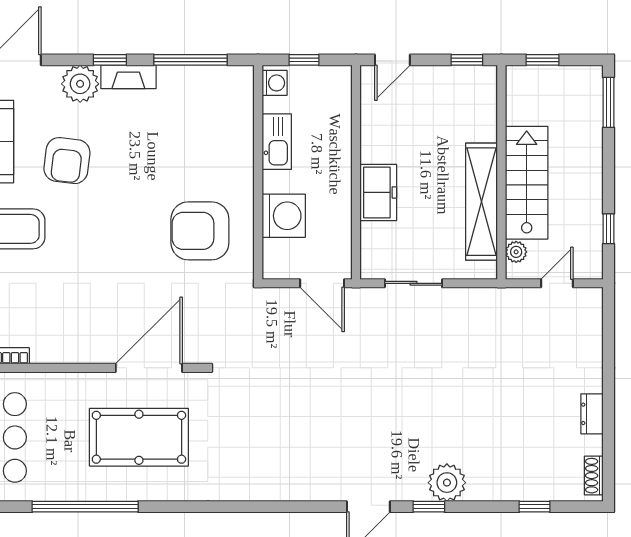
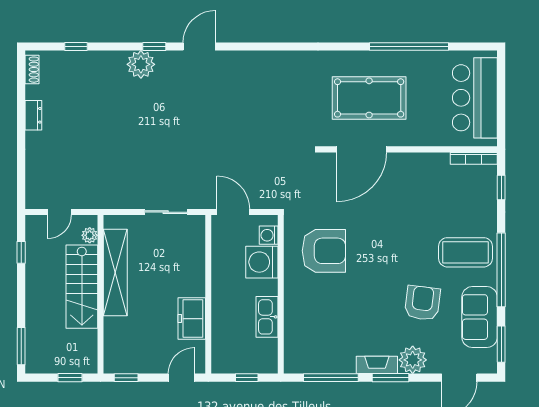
window: (110, 60) -> (391, 378), width x1.50
washing machine: (275, 83) -> (269, 235), moved
freezer: (378, 192) -> (192, 319), moved

